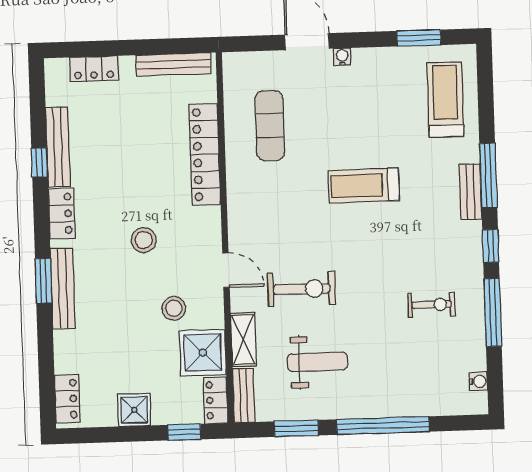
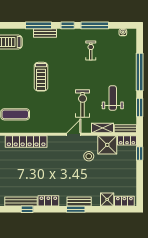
stool: (144, 240) -> (60, 168), removed
bench: (63, 289) -> (79, 201), width x0.73
shower: (134, 410) -> (107, 199), moved

